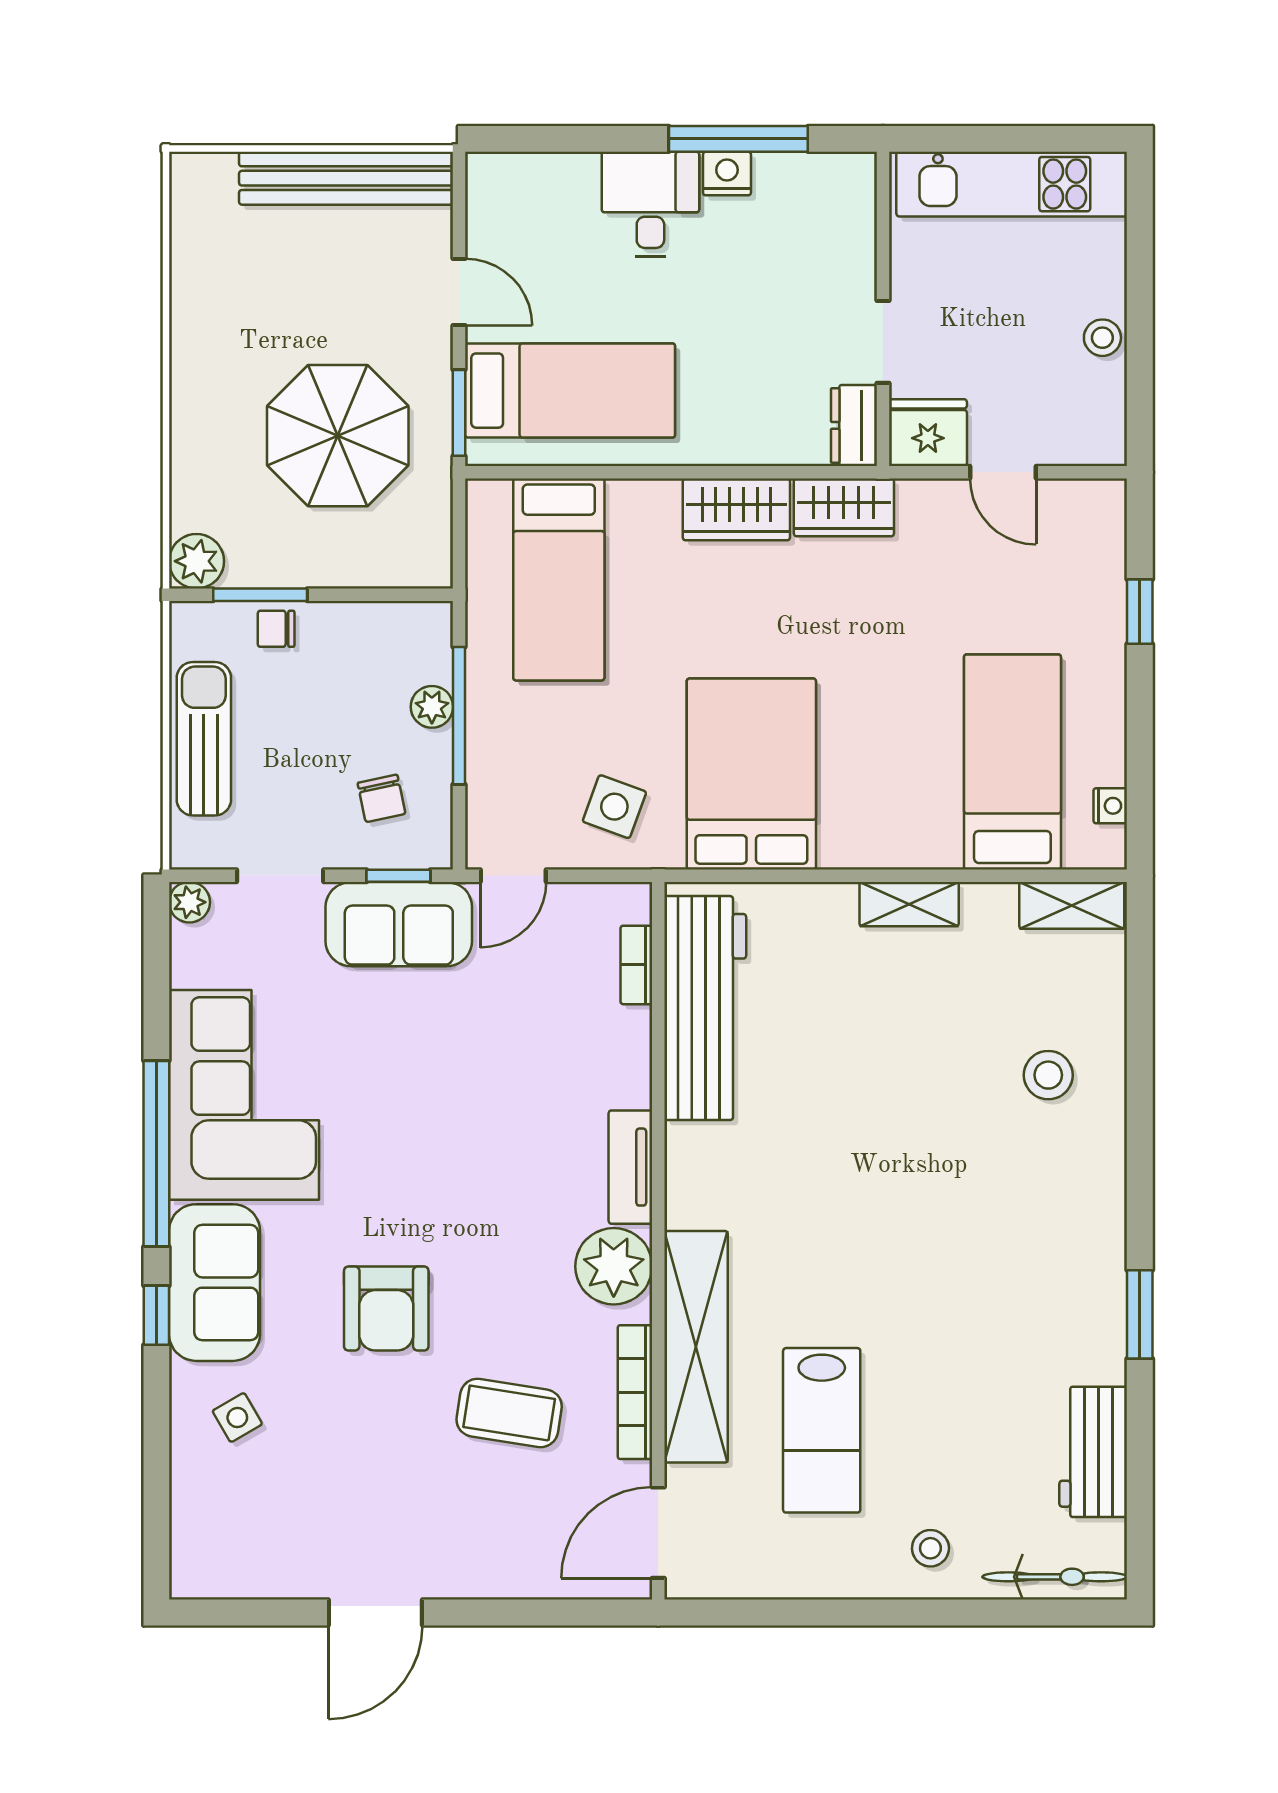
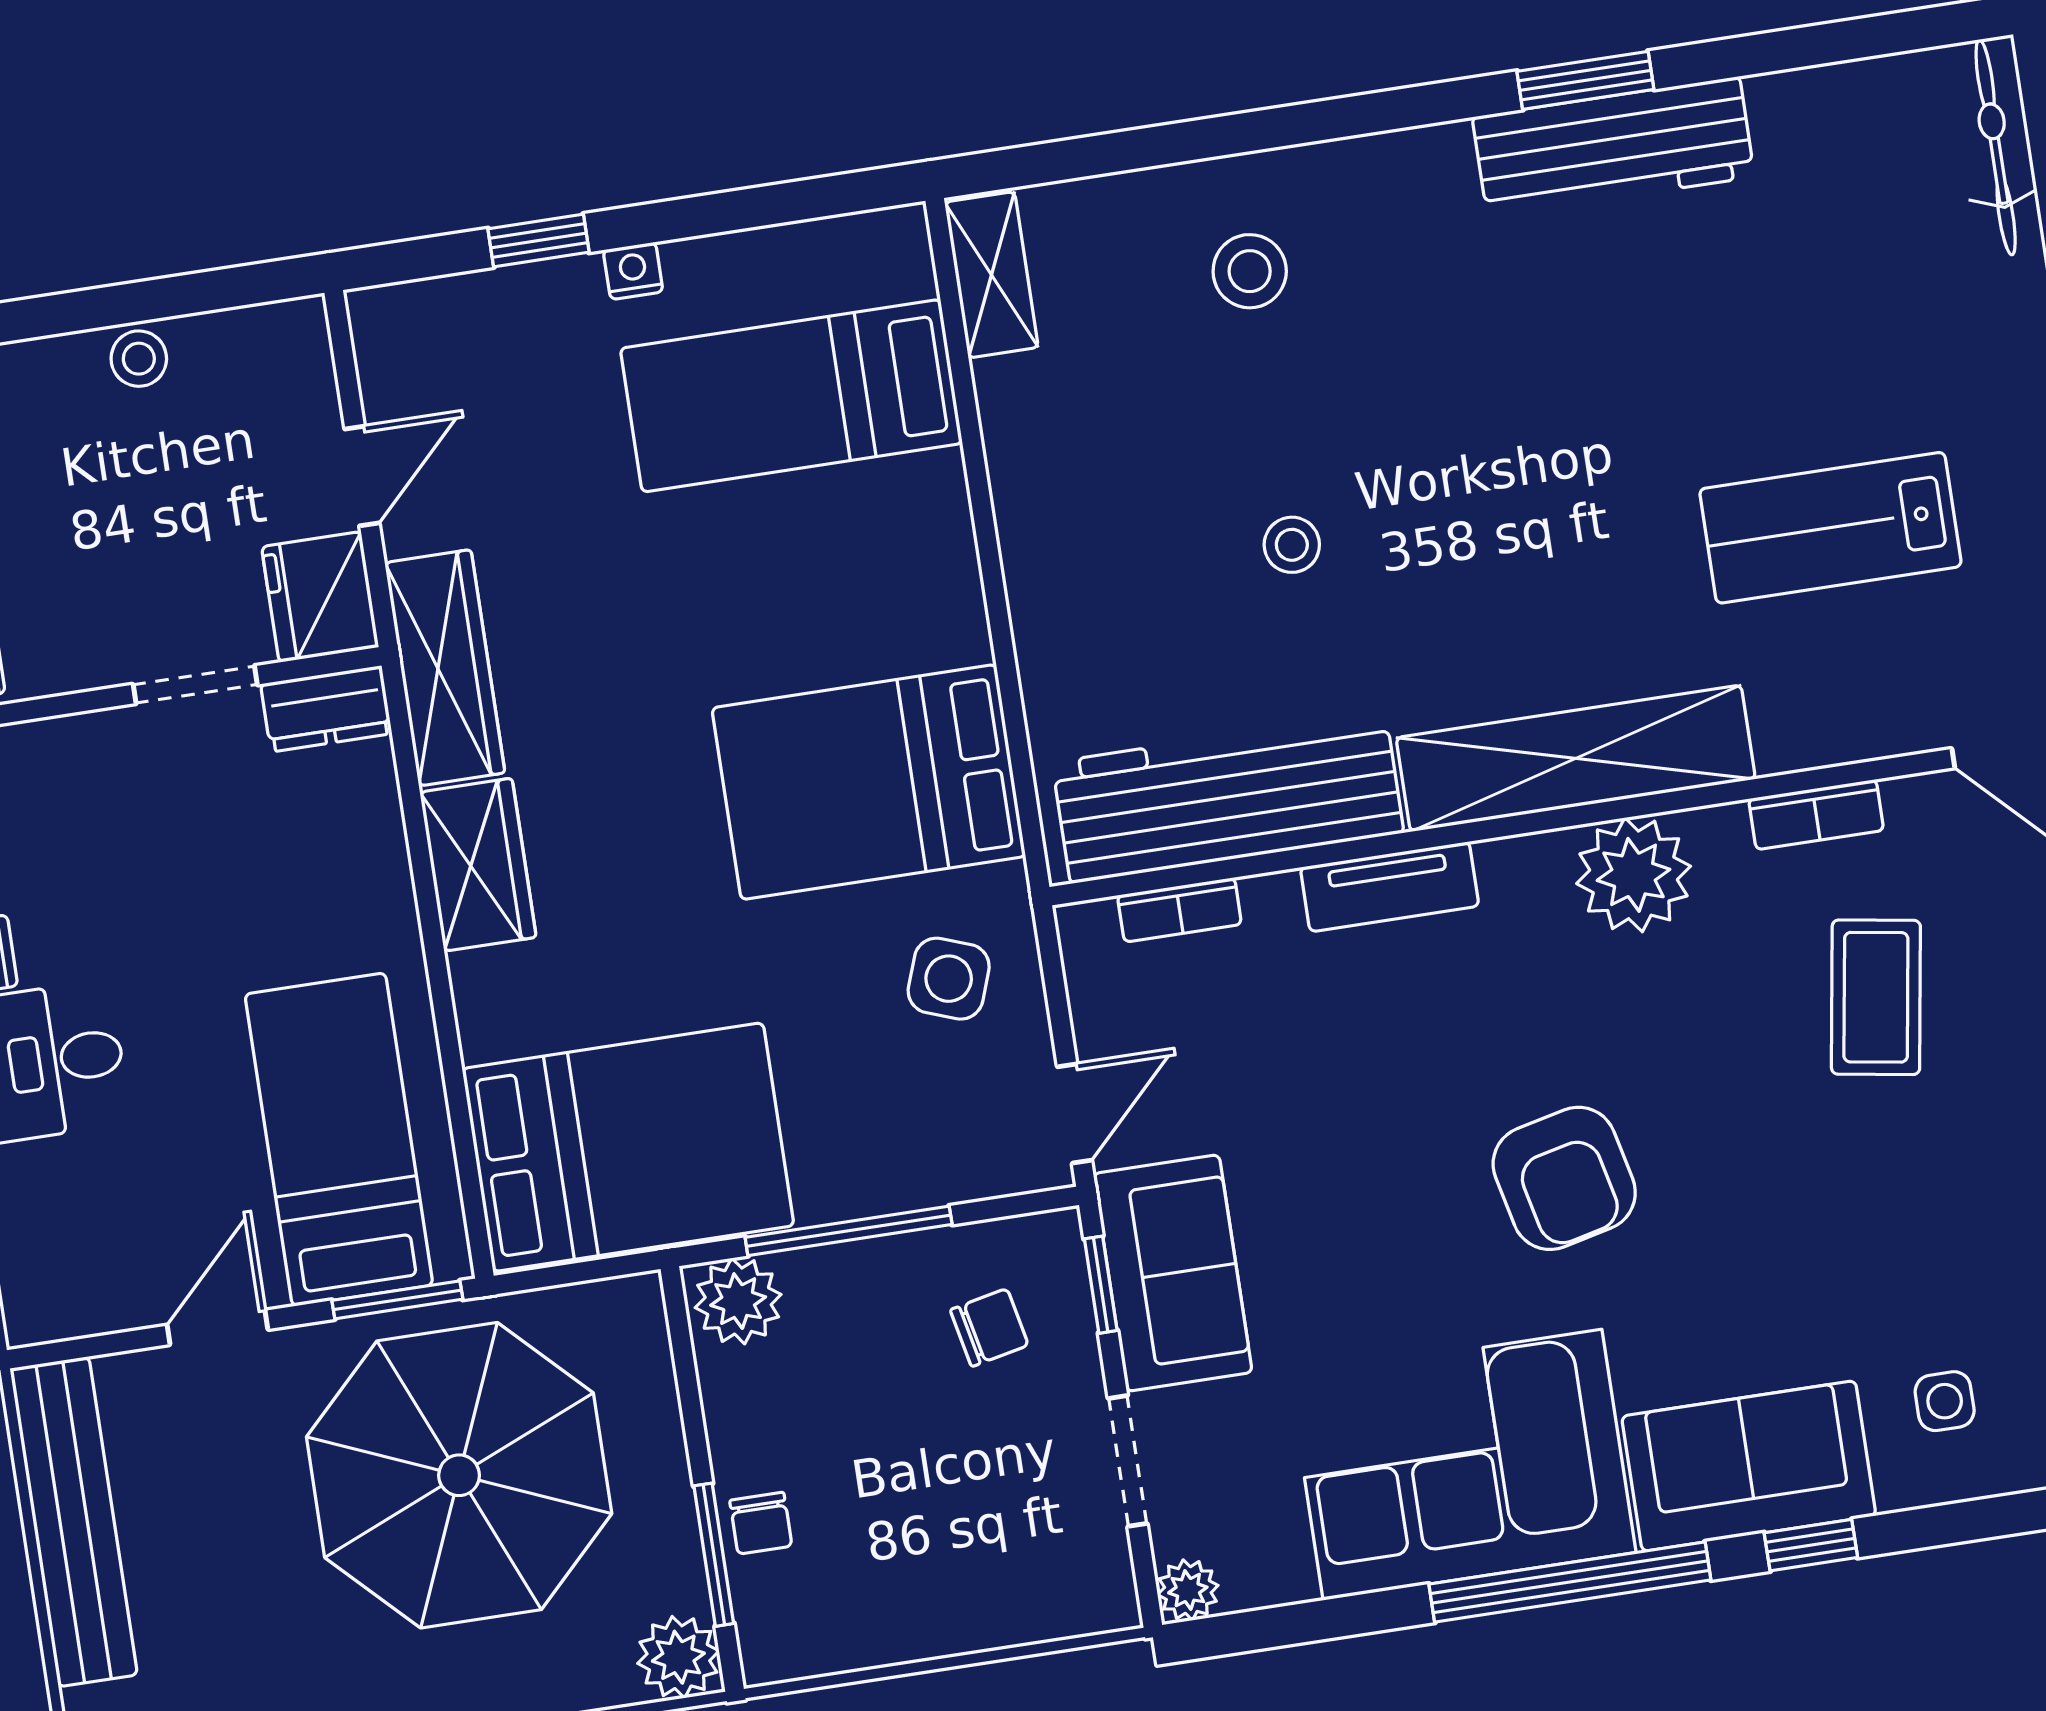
parasol: (338, 436) -> (459, 1475), width x1.36, depth x1.36
wardrobe: (844, 507) -> (445, 668), width x1.50
bed: (559, 579) -> (628, 1147), width x1.50
plant: (432, 707) -> (738, 1301), moved, width x1.38, depth x1.38
sun lounger: (204, 739) -> (941, 1606), removed
nightstand: (1110, 806) -> (633, 271), moved
door: (513, 876) -> (1075, 1114), hinge flipped
shelving: (909, 904) -> (1027, 518), removed
tv unit: (630, 1167) -> (1390, 887), moved
armchair: (386, 1309) -> (1564, 1178), moved, turned 77
shelving: (696, 1347) -> (1576, 758), moved
bookcase: (635, 1392) -> (1816, 815), width x0.64
side table: (237, 1418) -> (1945, 1401), turned 30
lab bench: (822, 1430) -> (1830, 528), turned 180
workbench: (1093, 1452) -> (1613, 147), moved, width x1.38
stool: (930, 1548) -> (1292, 545), moved

